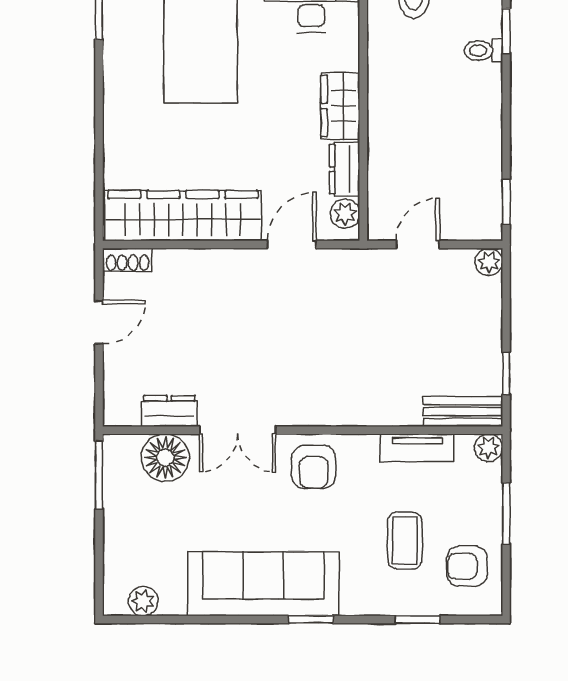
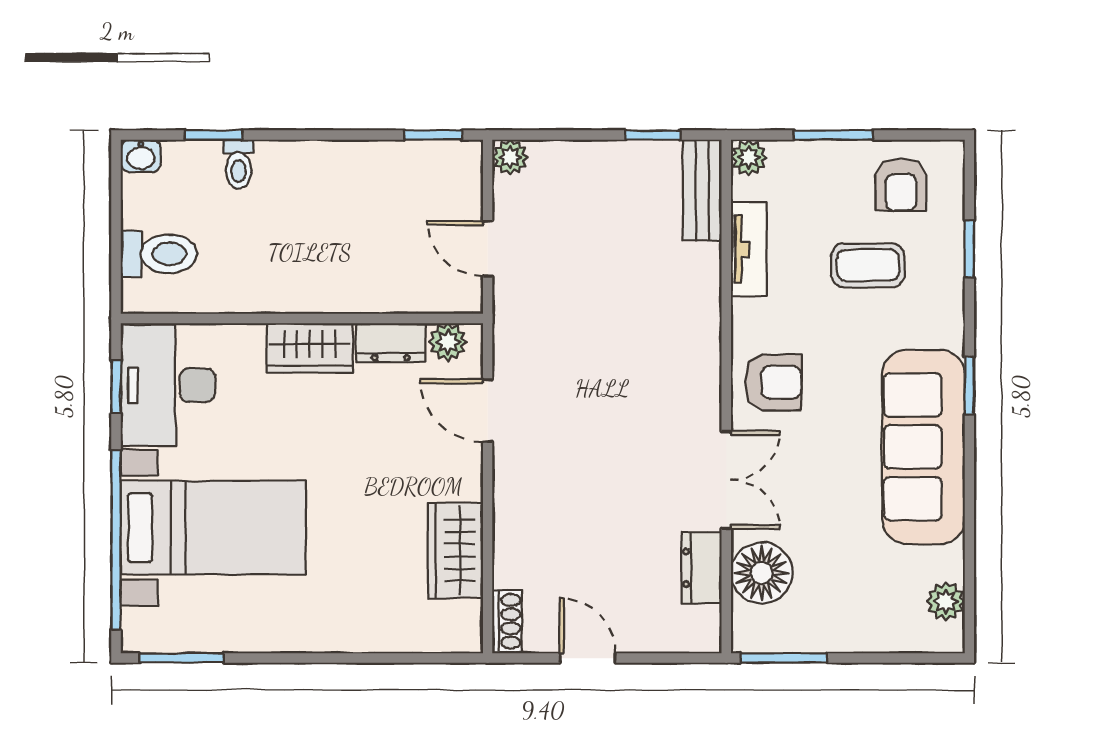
wardrobe: (183, 216) -> (455, 550), width x0.48, depth x0.85

